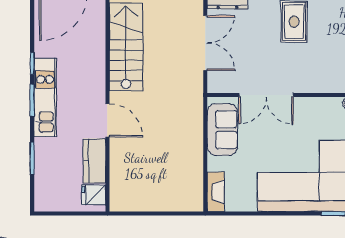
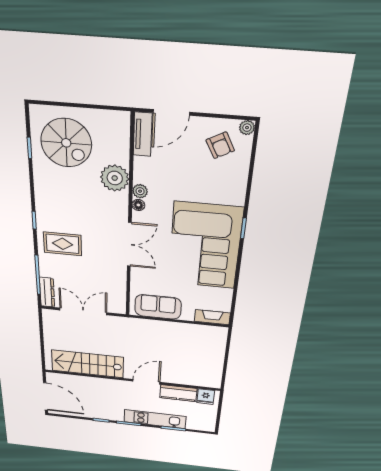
double door: (266, 95) -> (129, 244), moved
kitchen unit: (45, 97) -> (155, 419), moved

